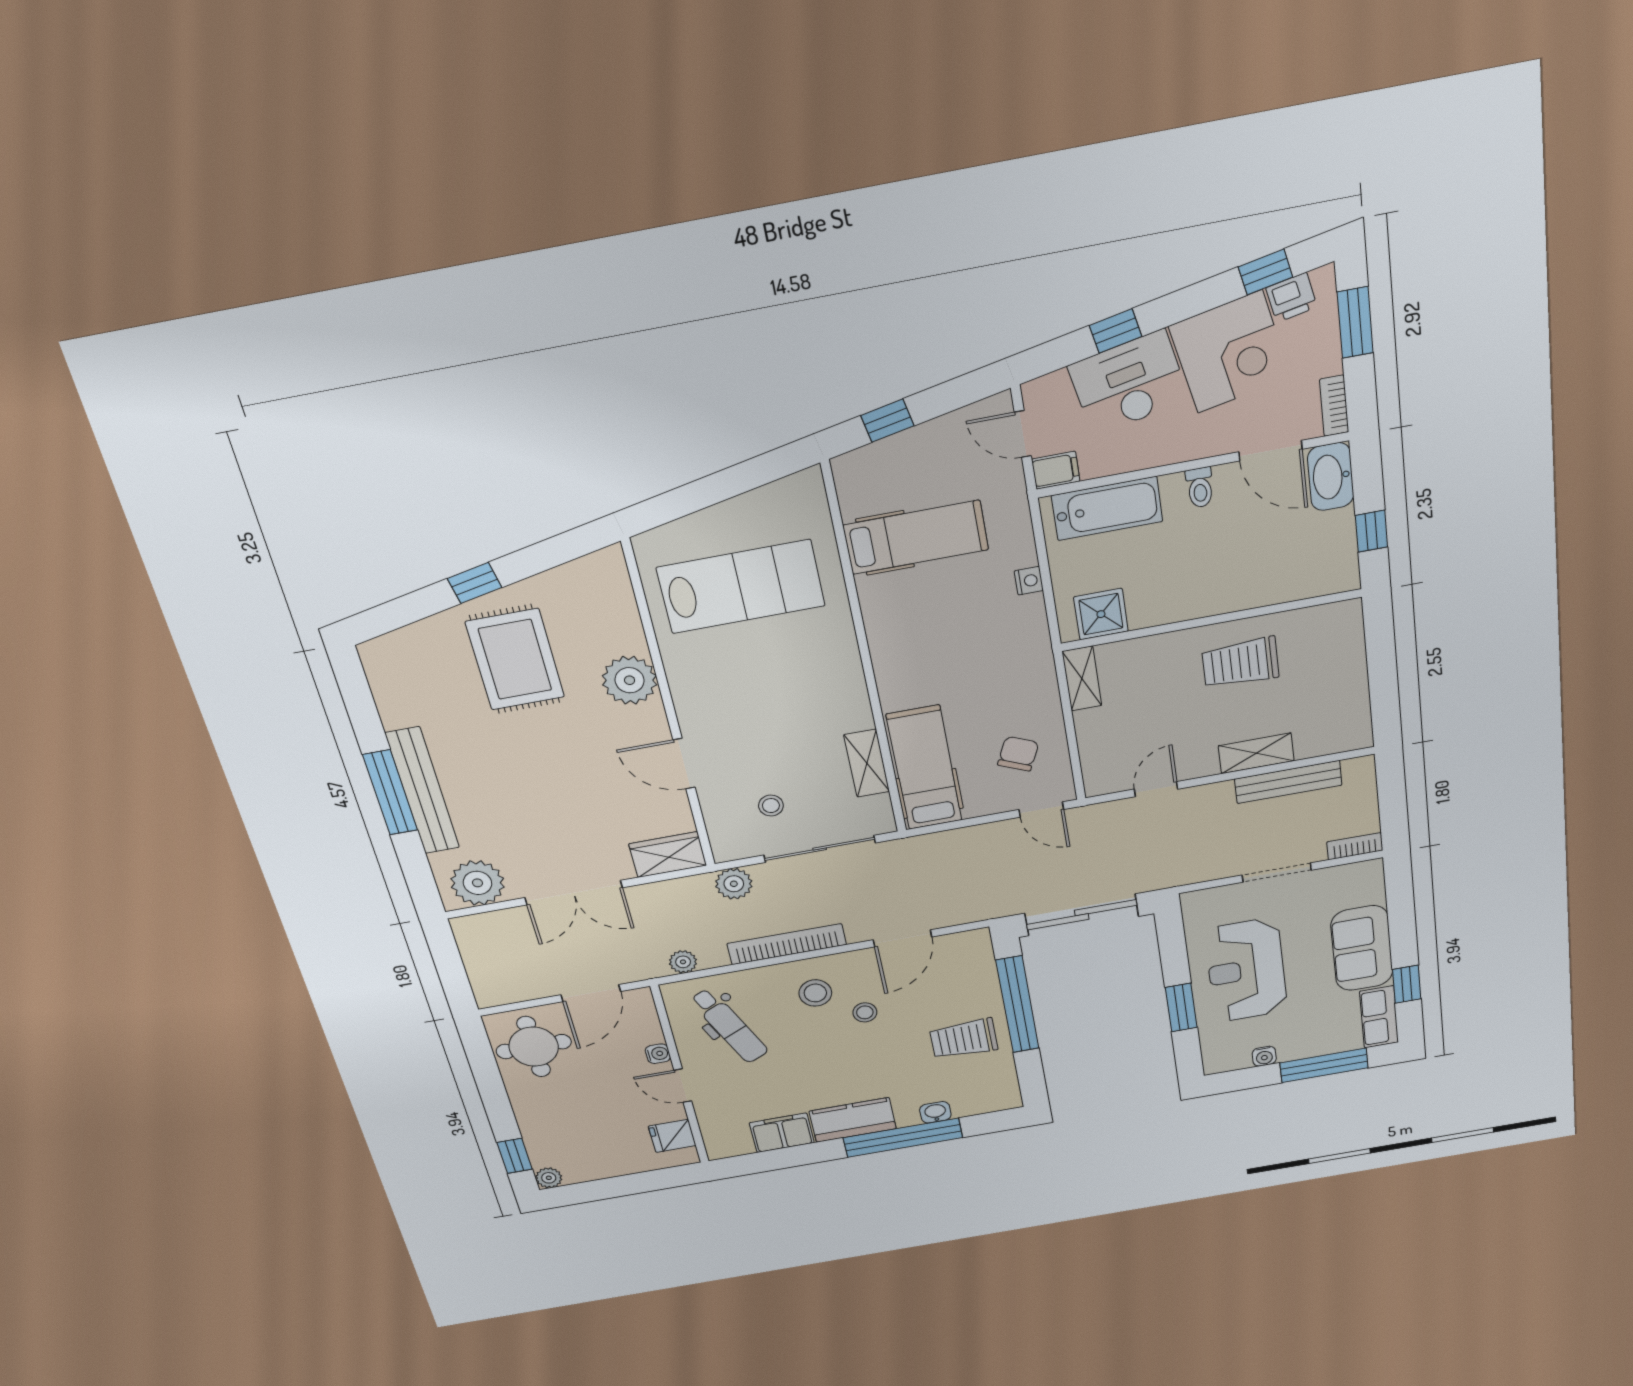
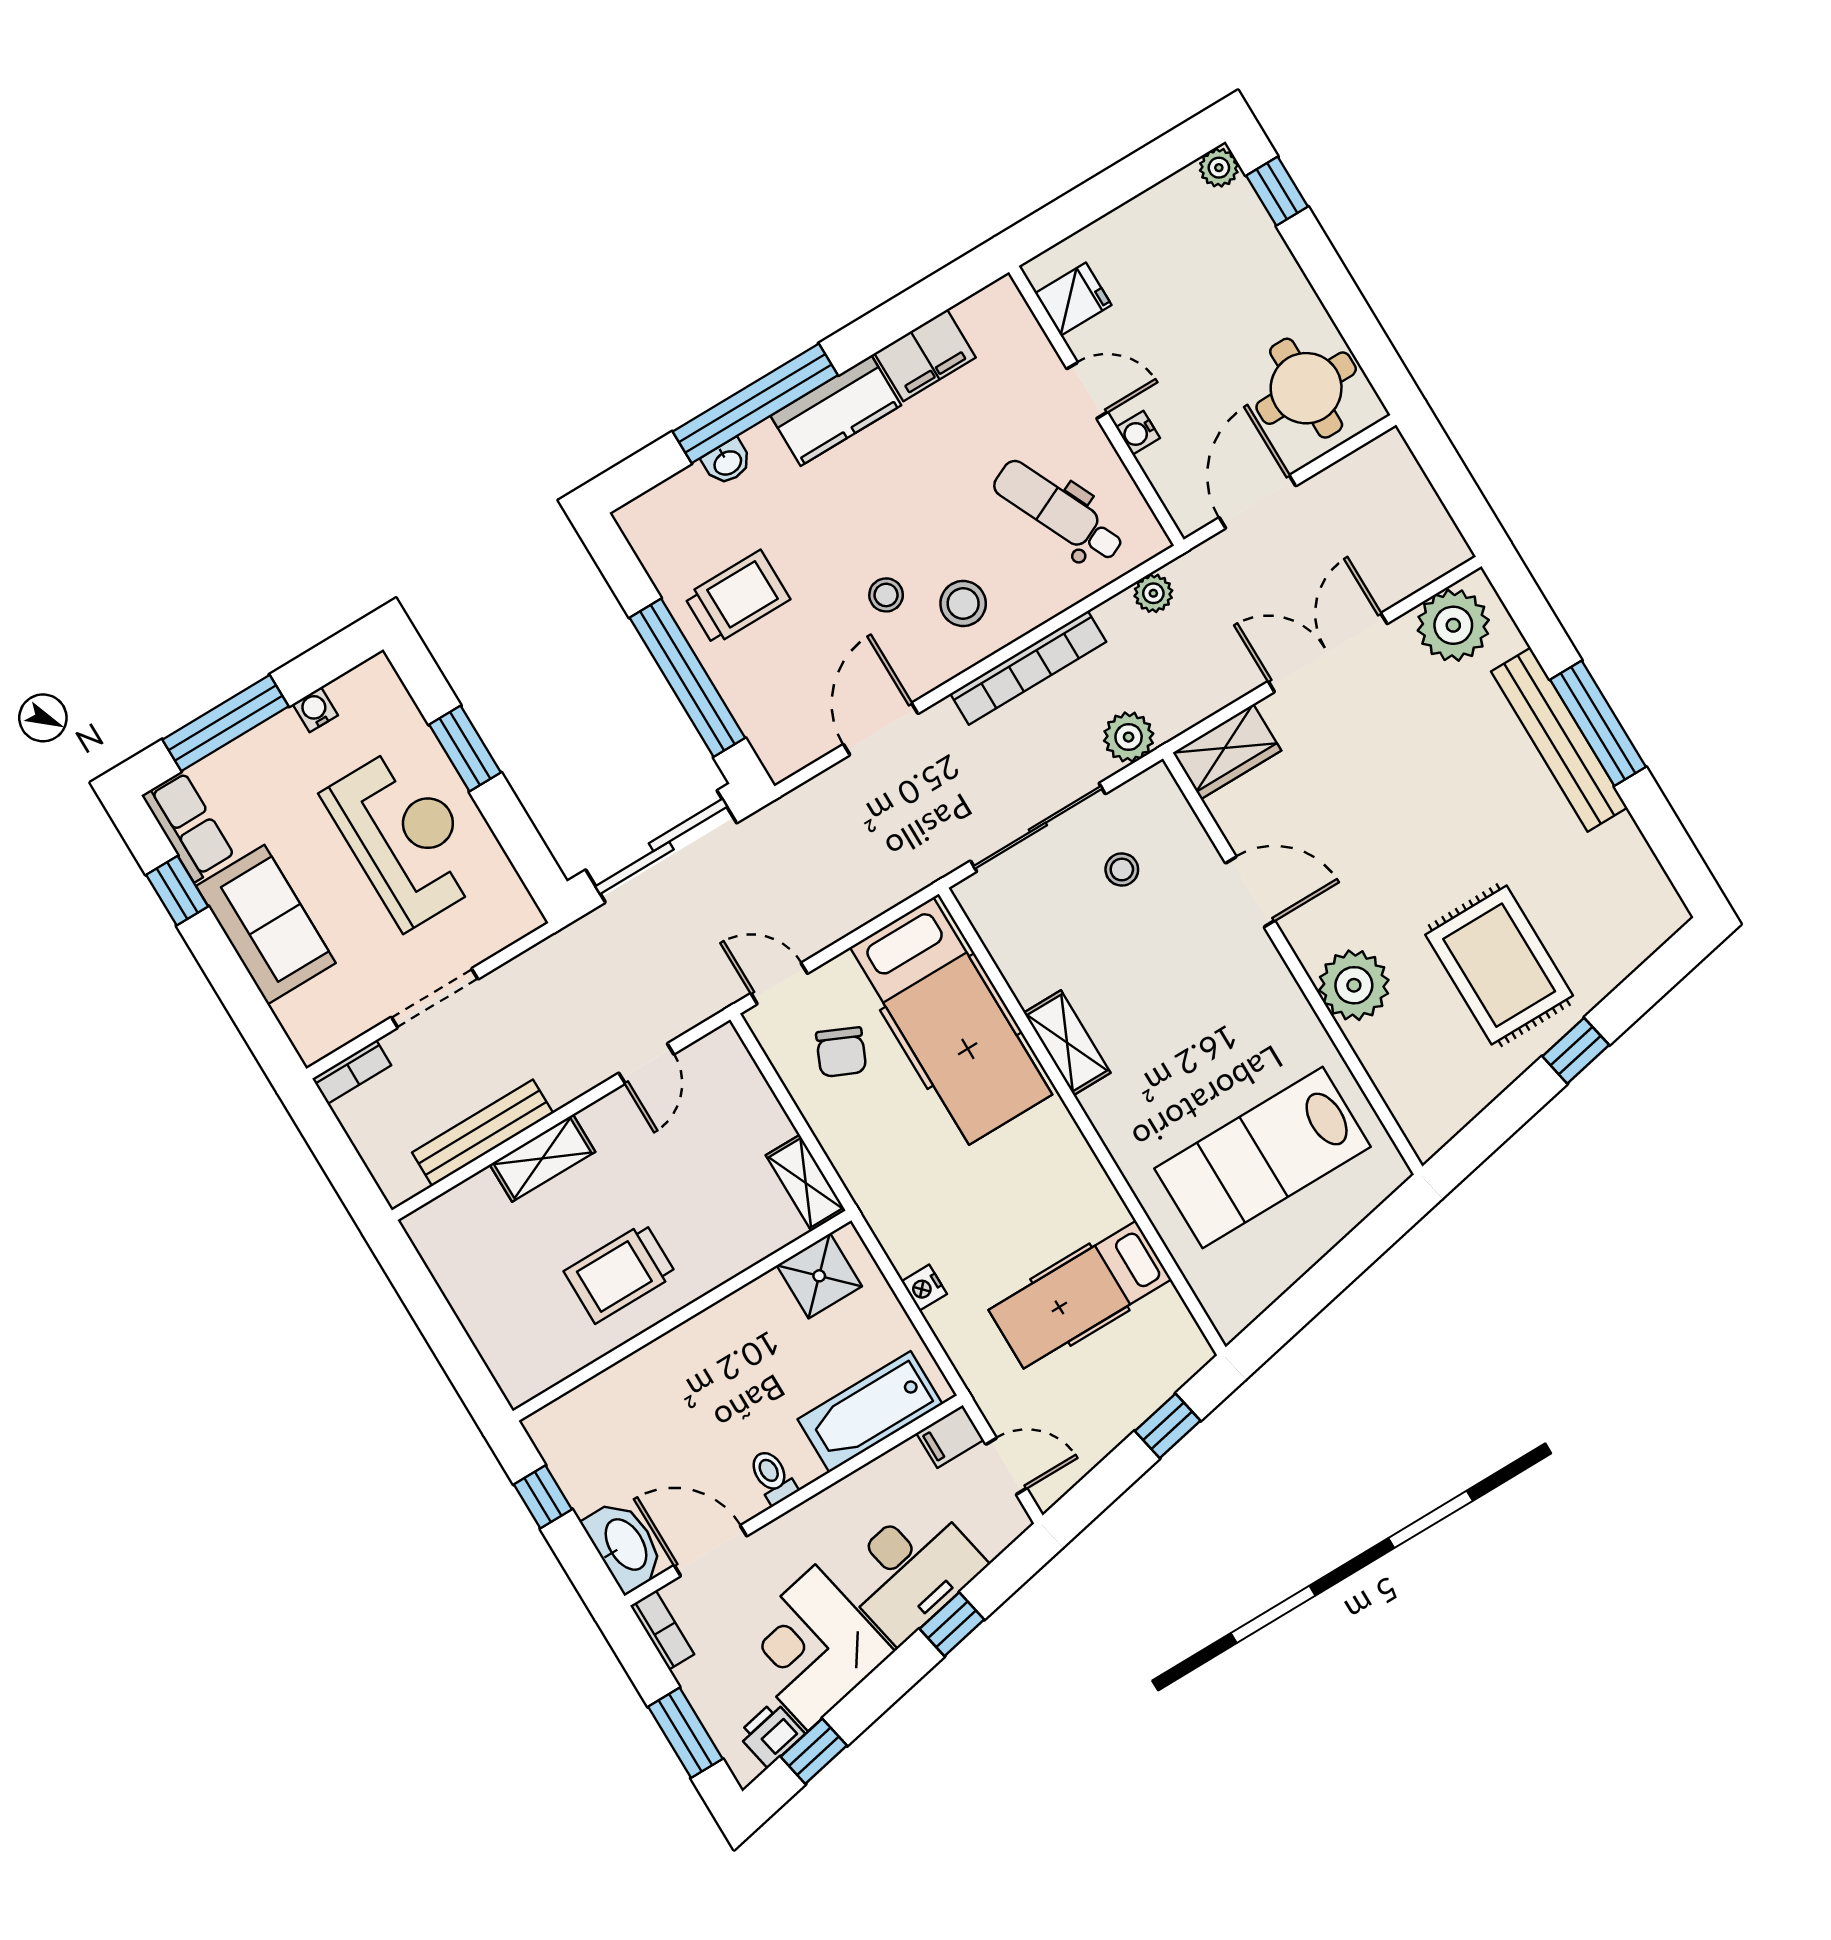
trolley: (1240, 663) -> (620, 1273), turned 180
shelving: (867, 763) -> (1067, 1043), moved
hospital bed: (924, 768) -> (951, 1021), width x1.37, depth x1.29

